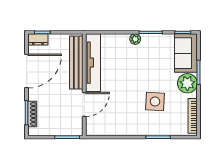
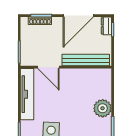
plant: (135, 39) -> (103, 108), width x1.87, depth x1.87
tv unit: (93, 63) -> (27, 94), moved, turned -90
door: (27, 71) -> (78, 16), hinge flipped

